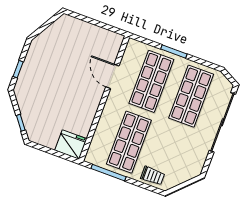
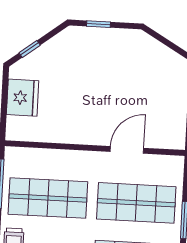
fridge: (71, 145) -> (23, 98), moved

